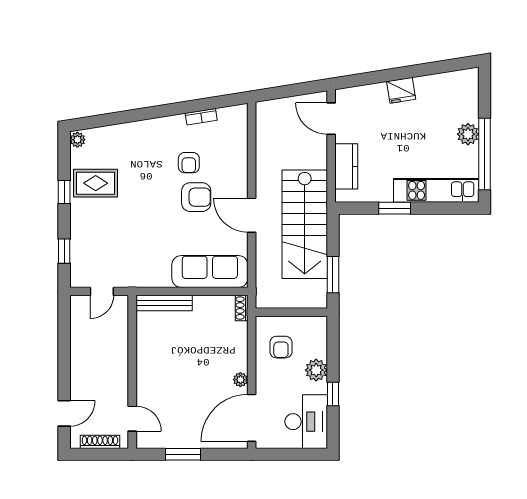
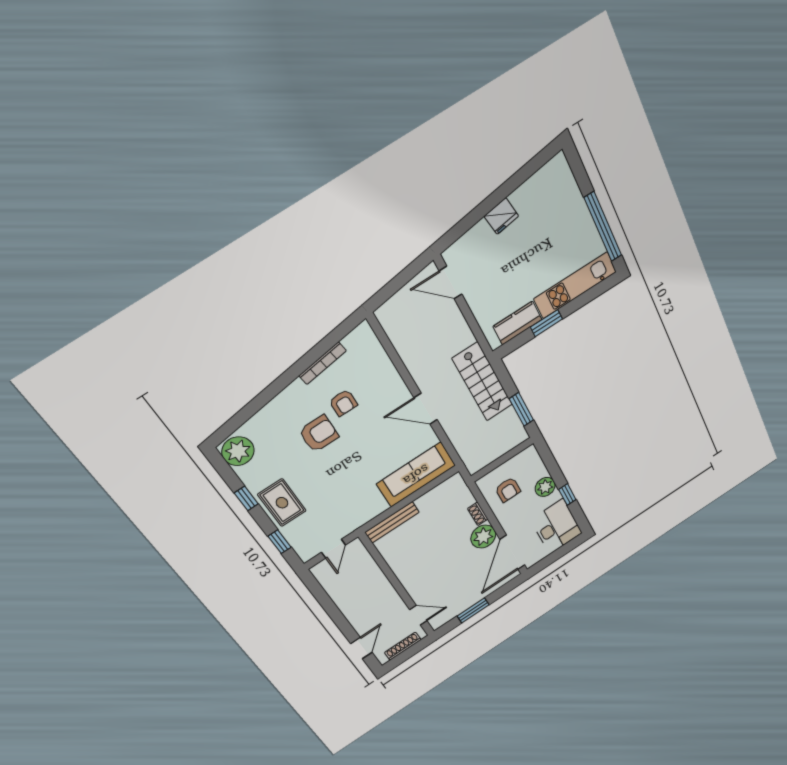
bookcase: (201, 117) -> (323, 363), width x1.56
plant: (468, 134) -> (581, 218), removed
plant: (77, 140) -> (238, 451), width x1.88, depth x1.88
kitchen counter: (346, 166) -> (517, 323), moved, turned -90
rug: (96, 183) -> (282, 503), moved, turned 90
armchair: (196, 197) -> (319, 434), moved
stairs: (305, 224) -> (482, 382), width x0.73, depth x0.66
shoe rack: (242, 308) -> (478, 514), moved
plant: (240, 380) -> (483, 537), width x1.87, depth x1.87

